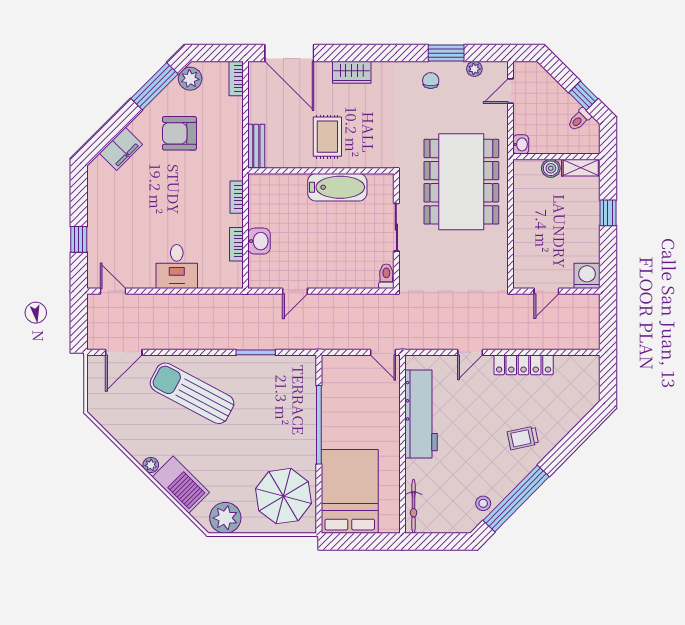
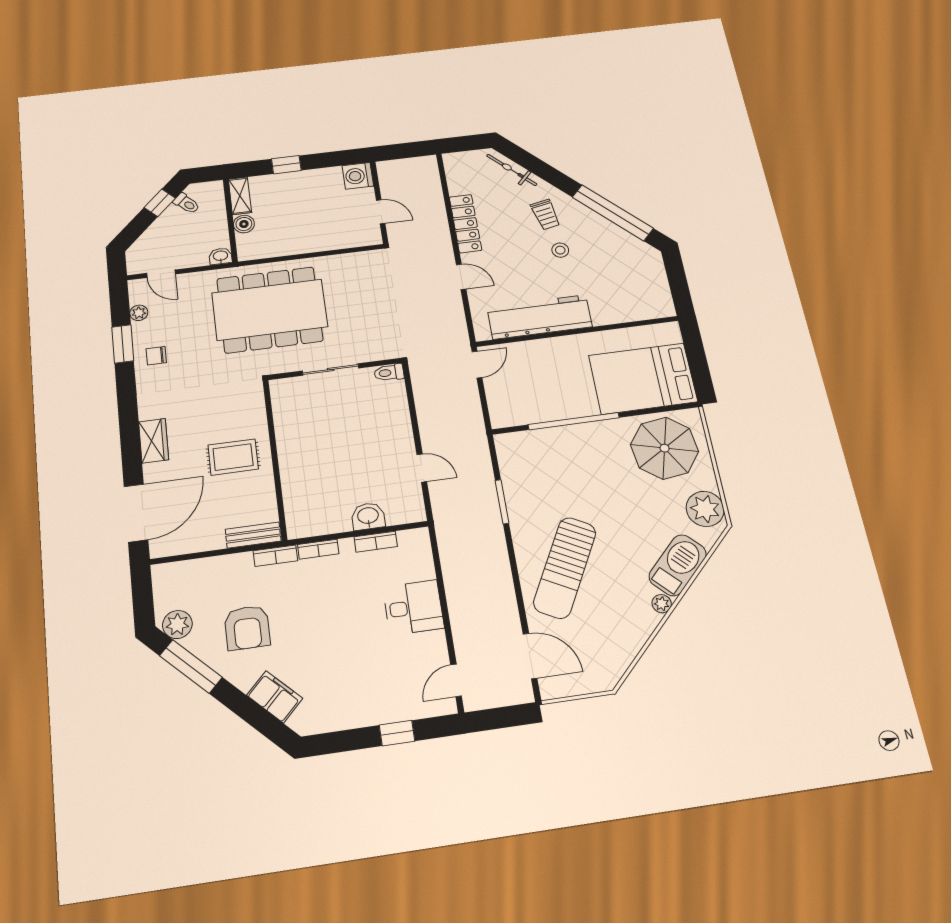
bookcase: (236, 78) -> (275, 556), moved
bathtub: (337, 187) -> (292, 438), removed
stool: (483, 503) -> (560, 250), moved
bicycle: (414, 506) -> (512, 170), moved, turned -136

